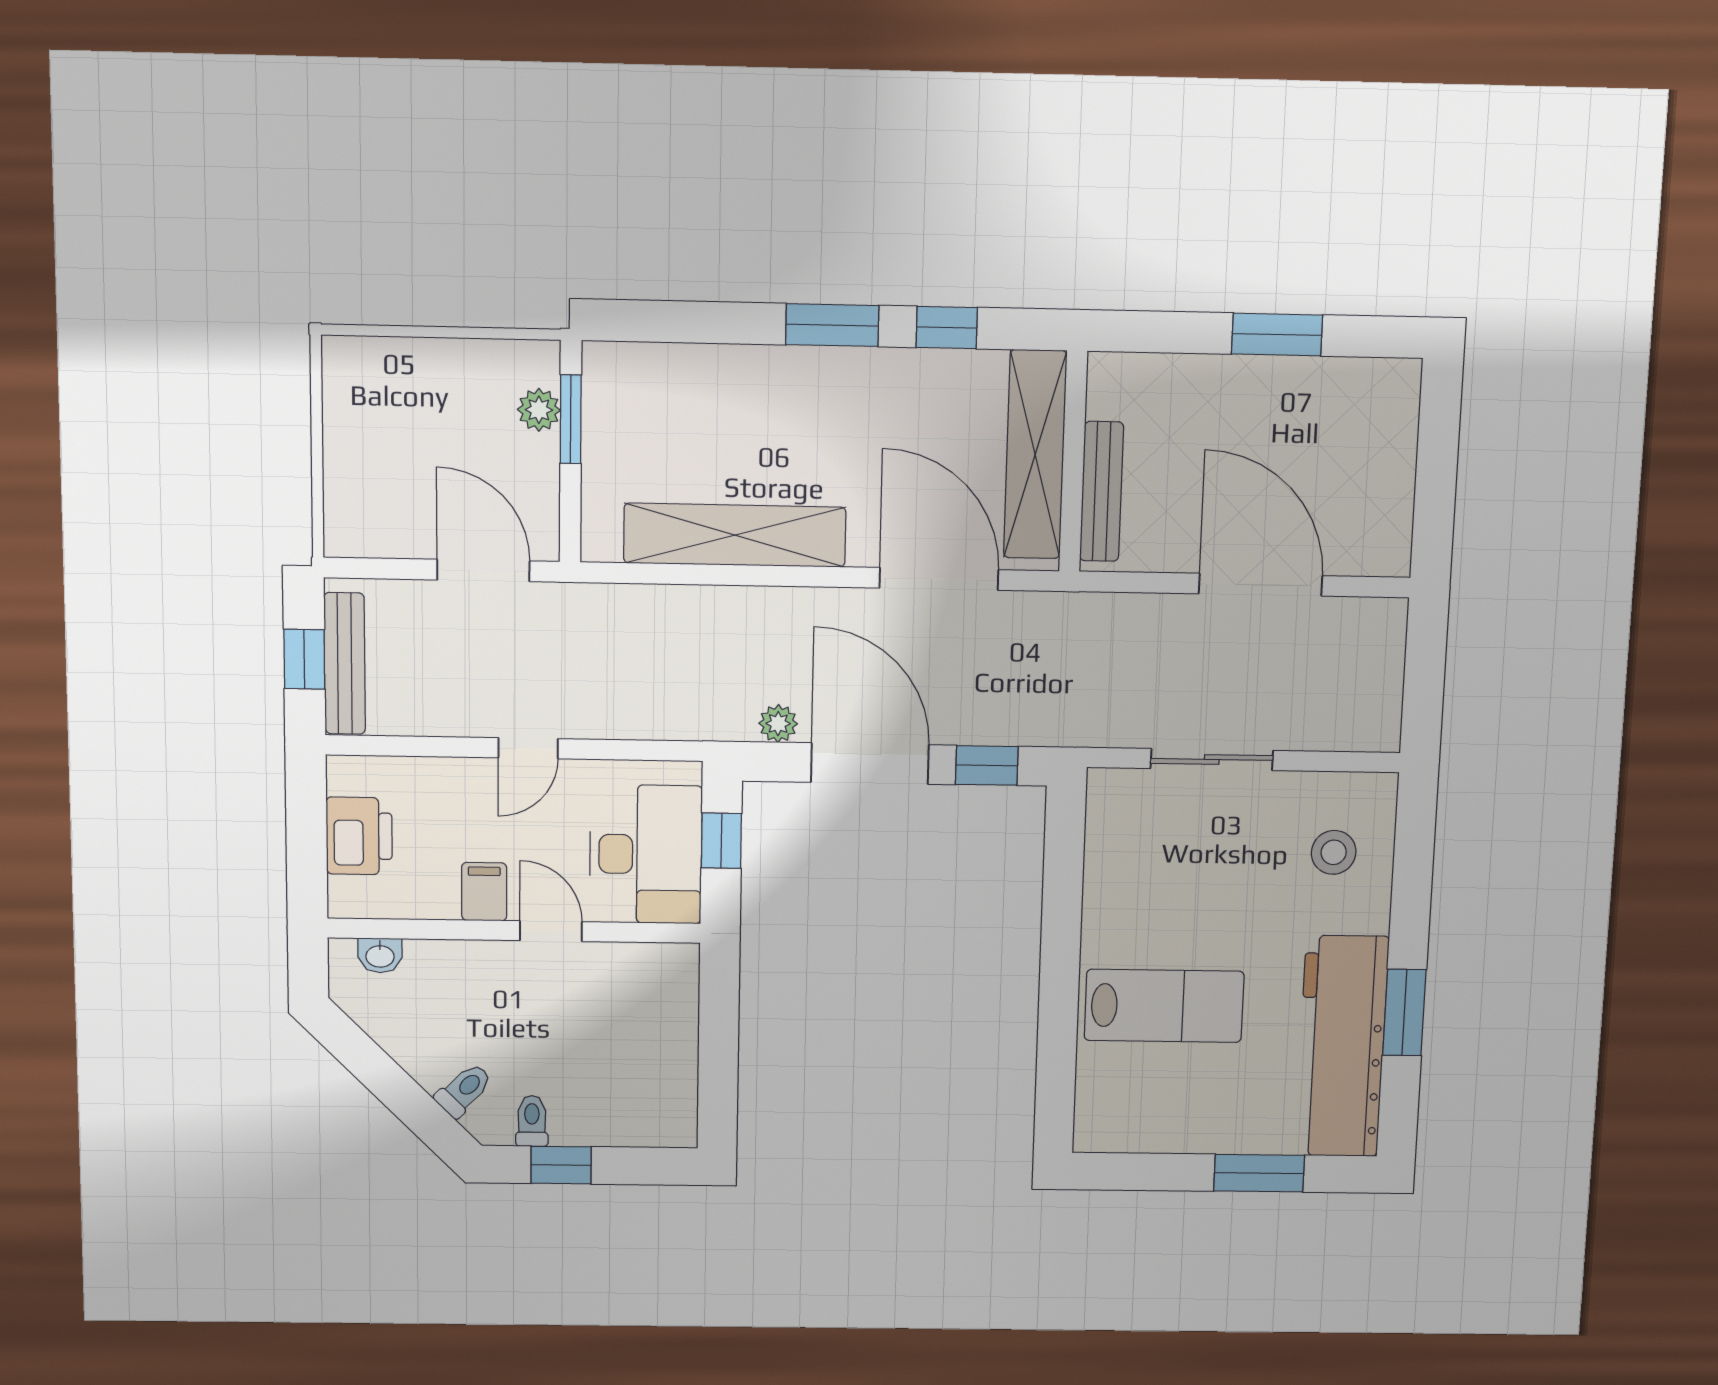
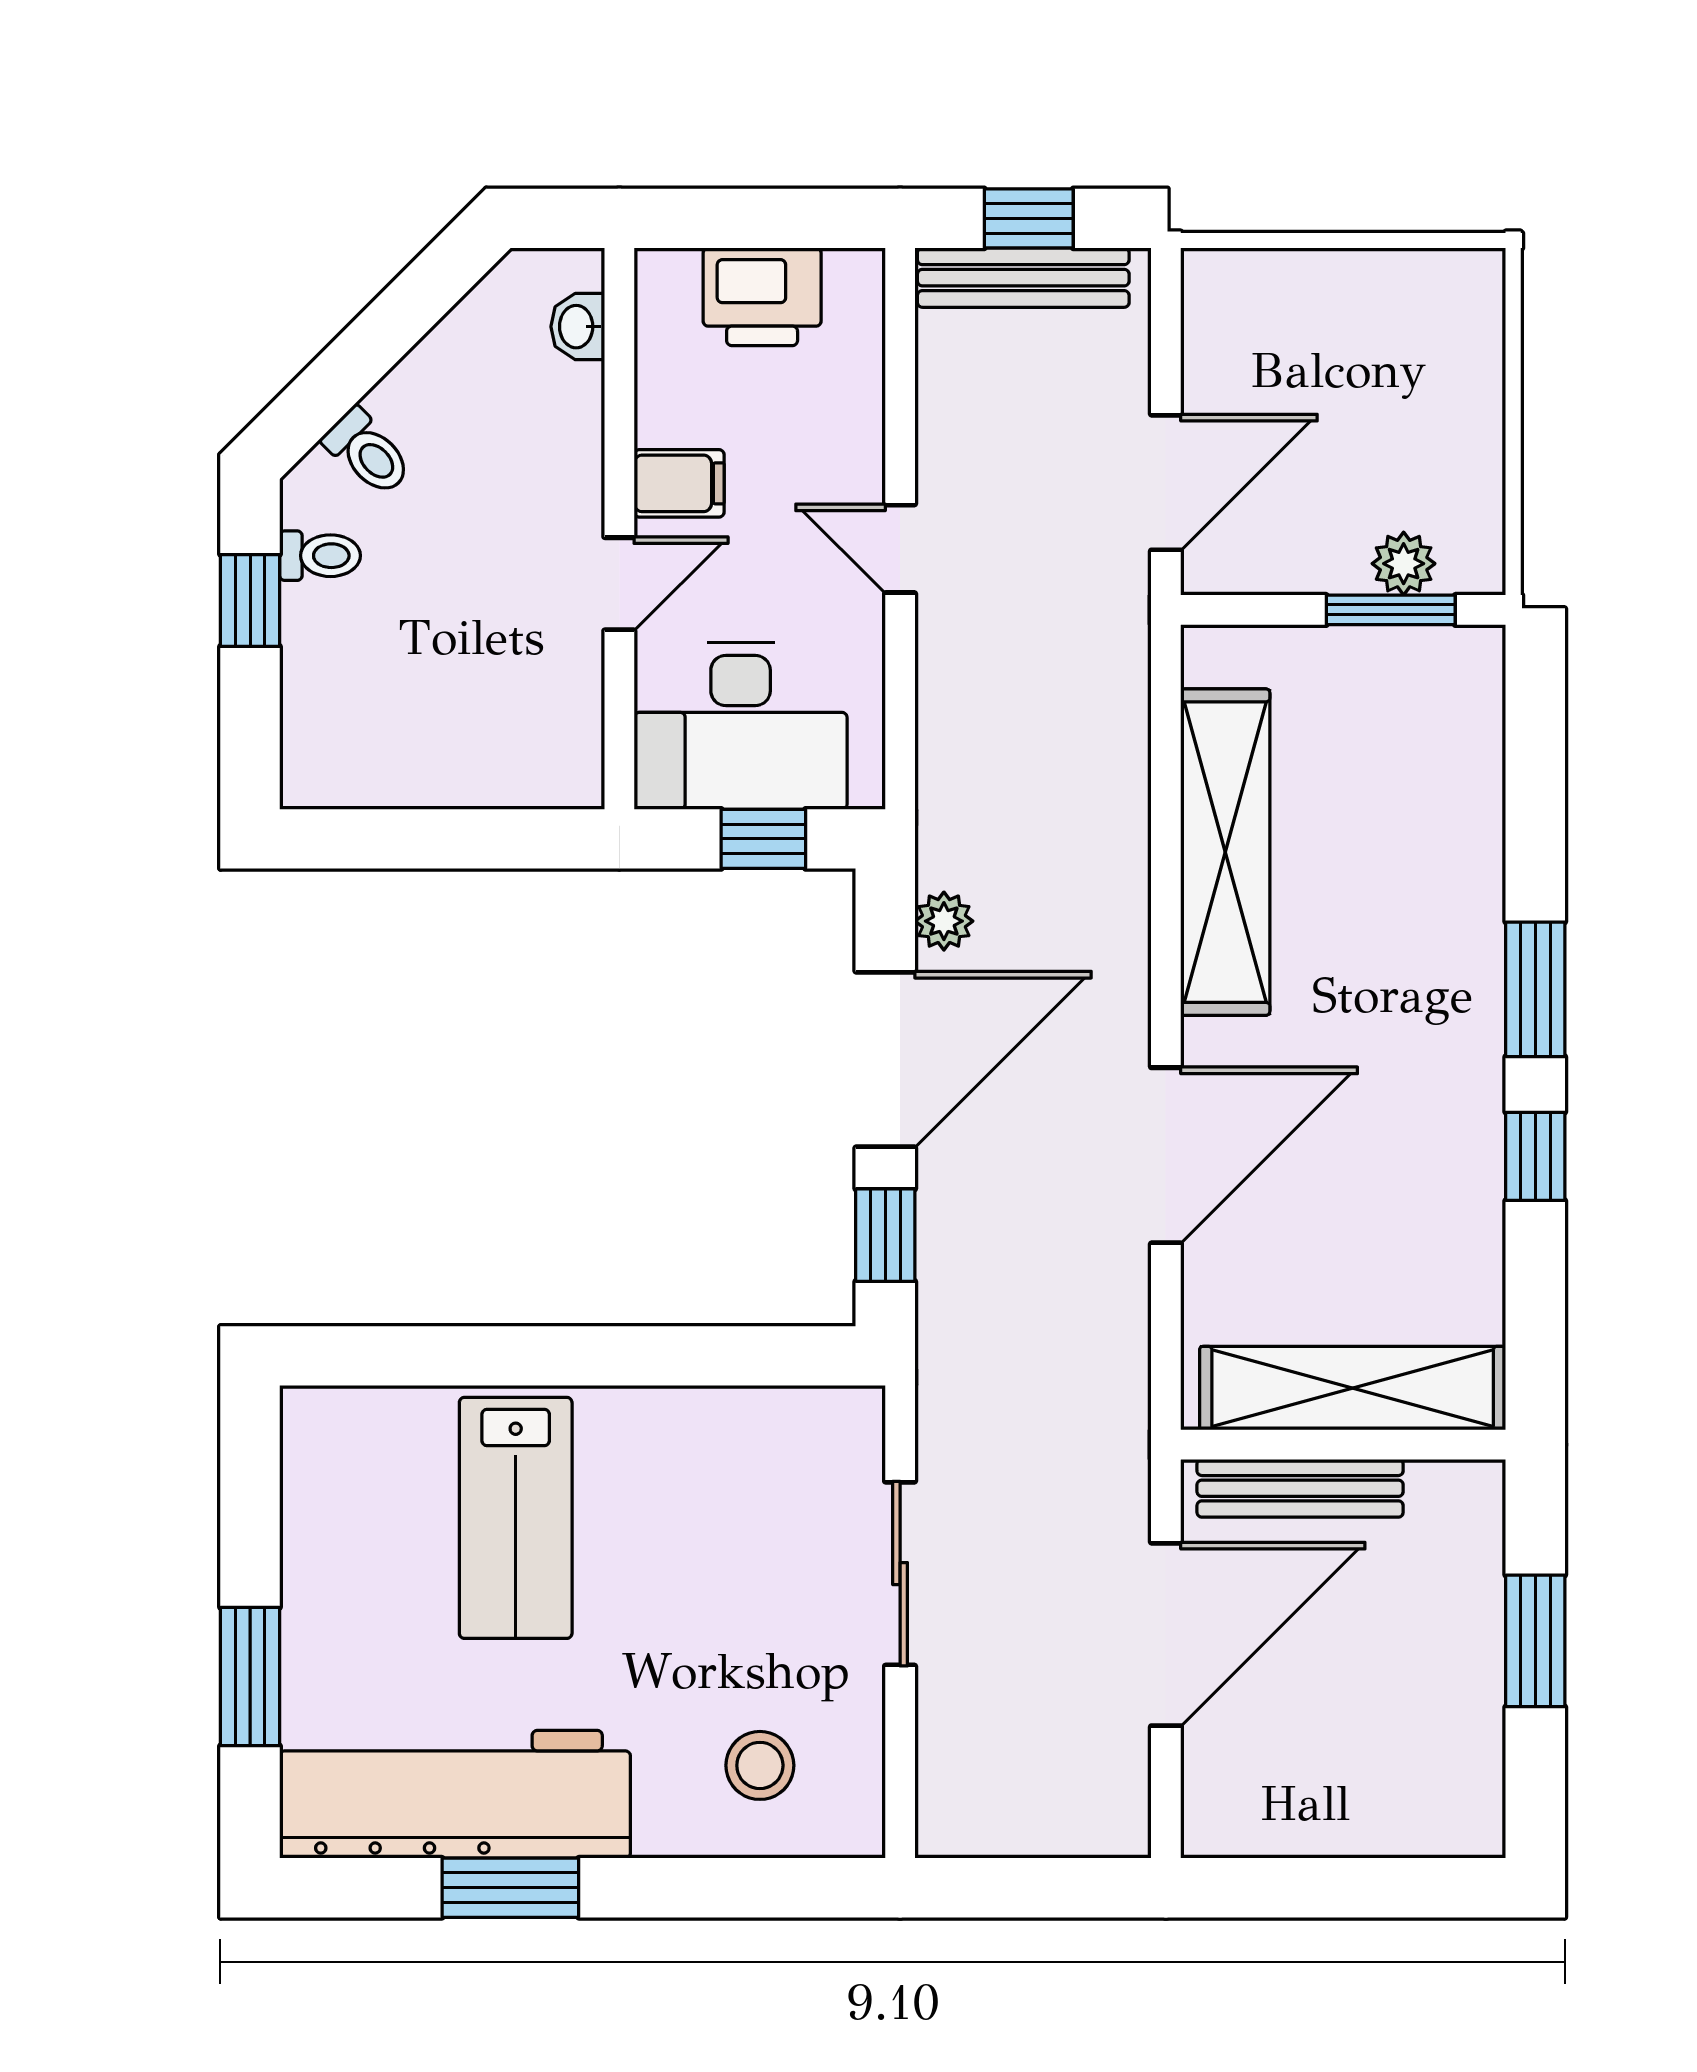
shelving: (1035, 455) -> (1353, 1388), moved
wall: (1073, 462) -> (1343, 1445), moved
bench: (1102, 492) -> (1300, 1488), moved

